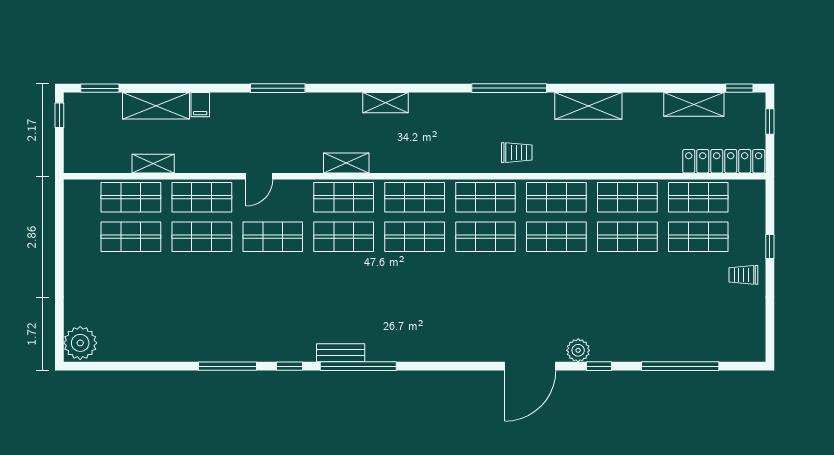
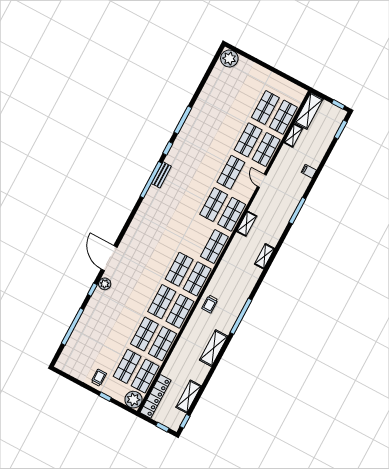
shelving: (156, 106) -> (309, 111), moved
plant: (749, 196) -> (133, 400), added
shop shelf: (415, 237) -> (196, 237), removed

